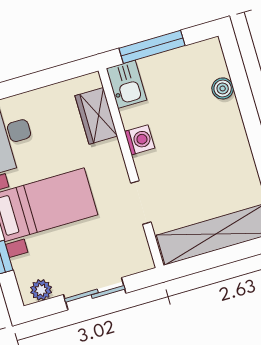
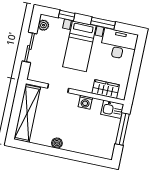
boiler: (223, 88) -> (57, 143), moved

